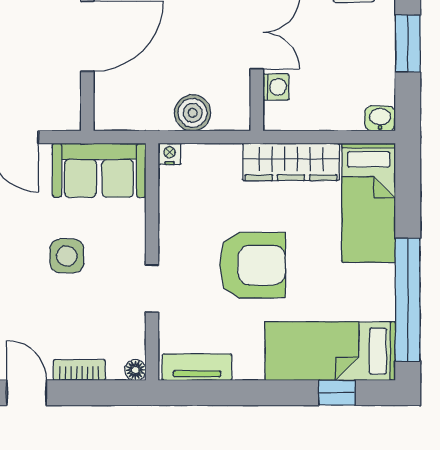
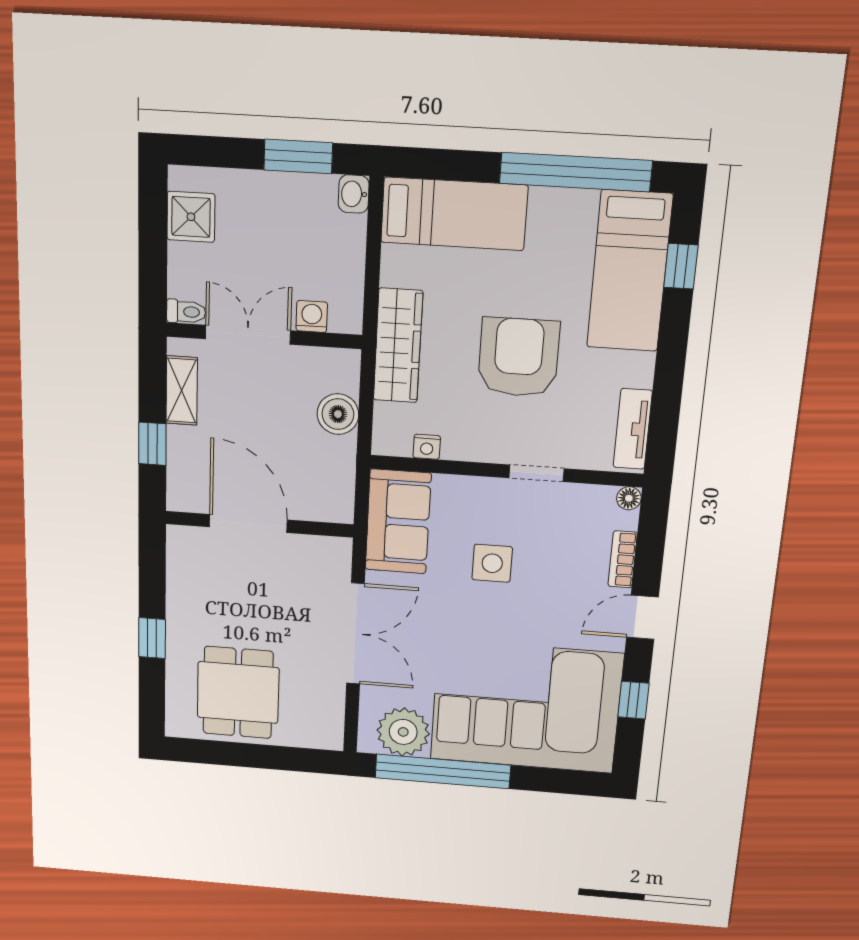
window: (408, 43) -> (298, 156), moved
nightstand: (170, 154) -> (427, 447), moved, turned -90
wardrobe: (291, 162) -> (398, 346), moved

